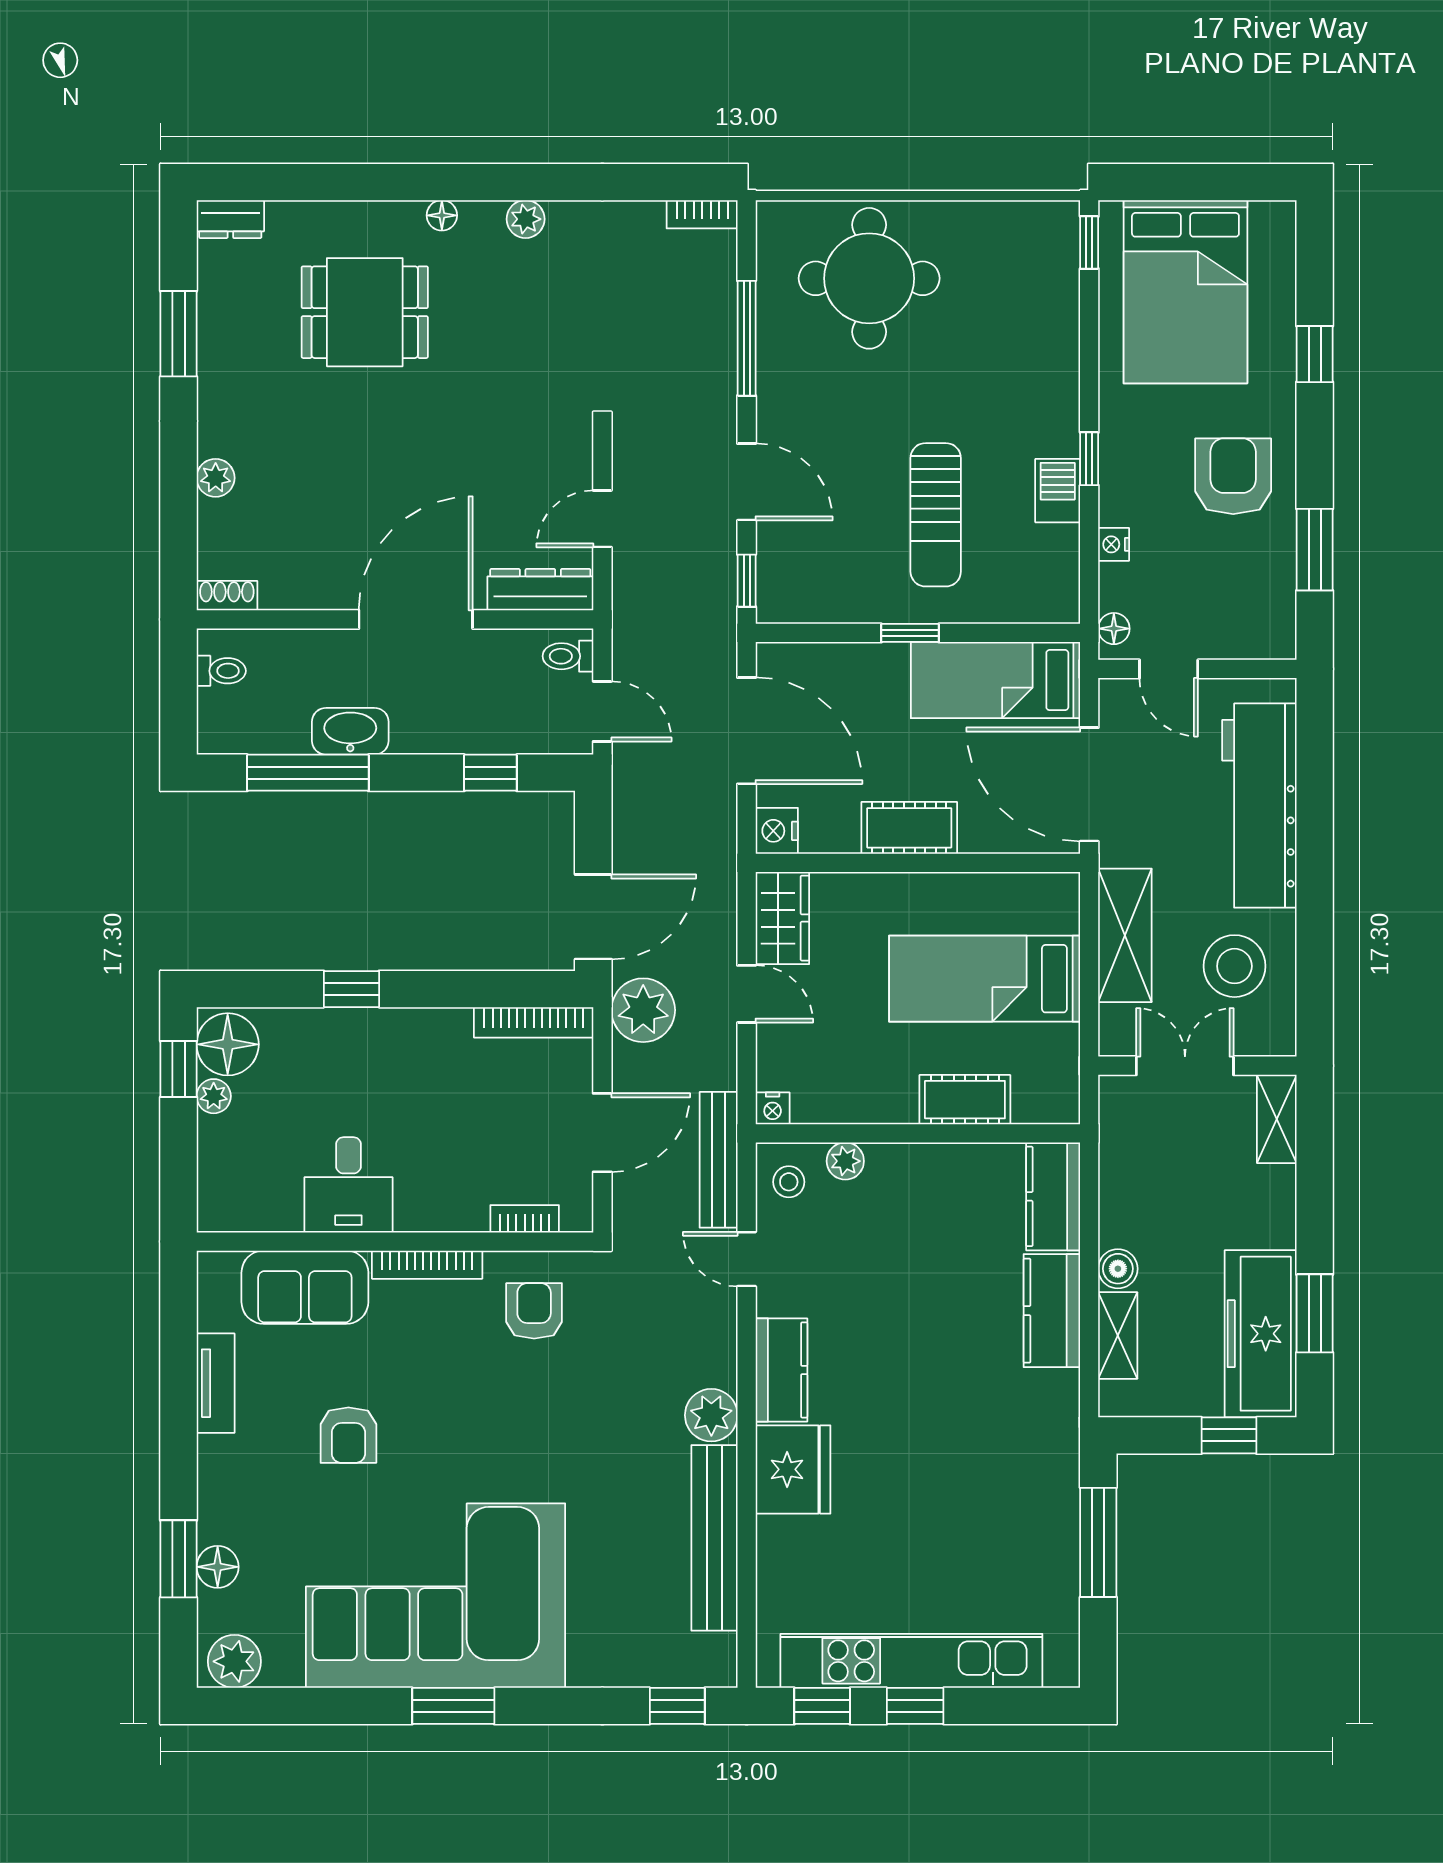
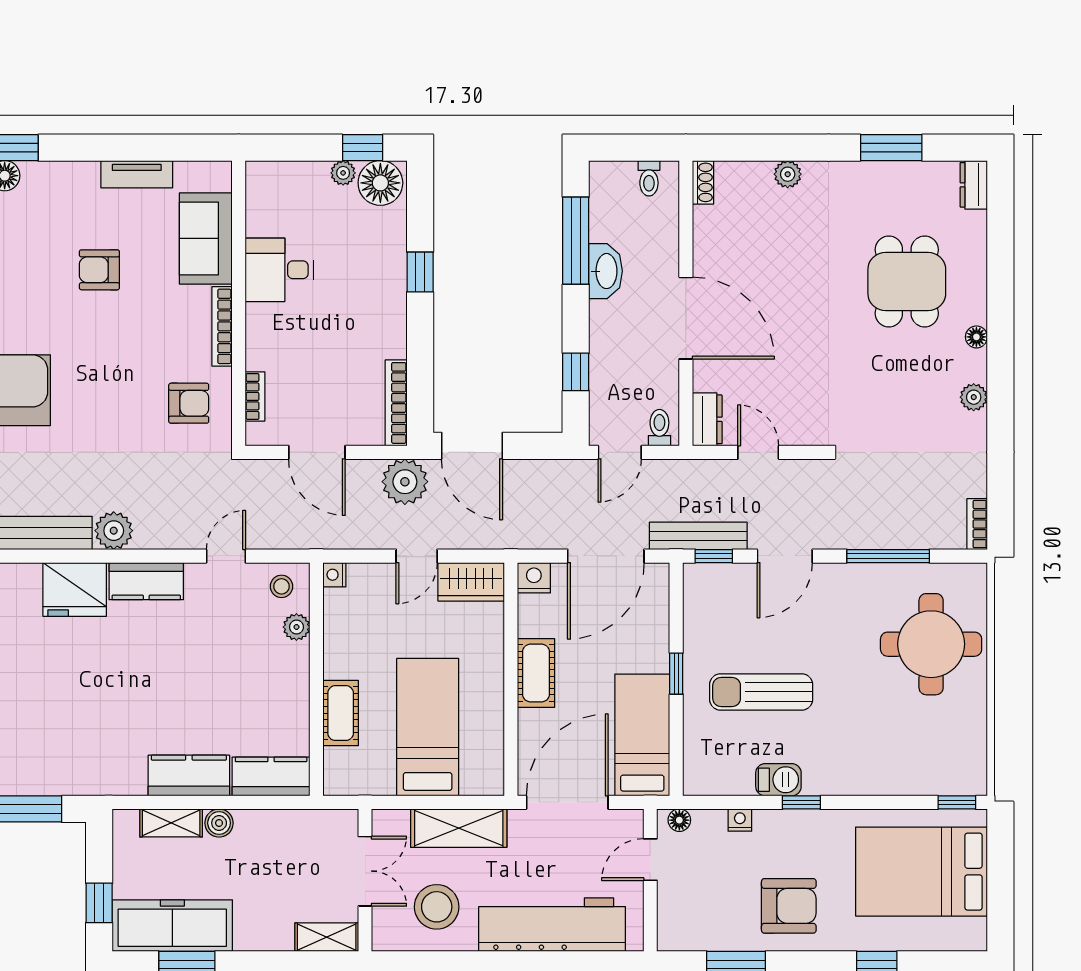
dresser: (540, 590) -> (707, 419), width x0.70
bench: (719, 1160) -> (698, 536), moved

